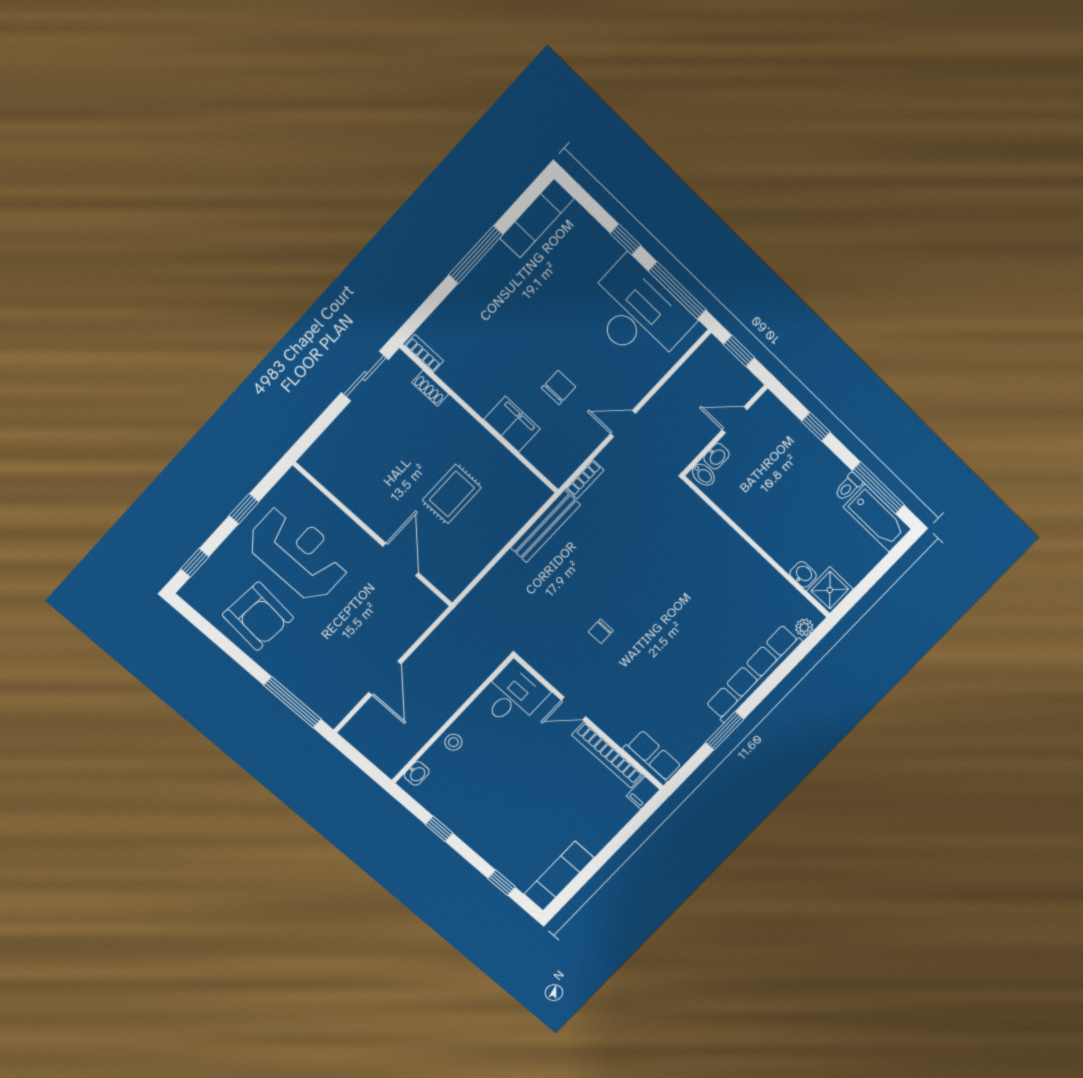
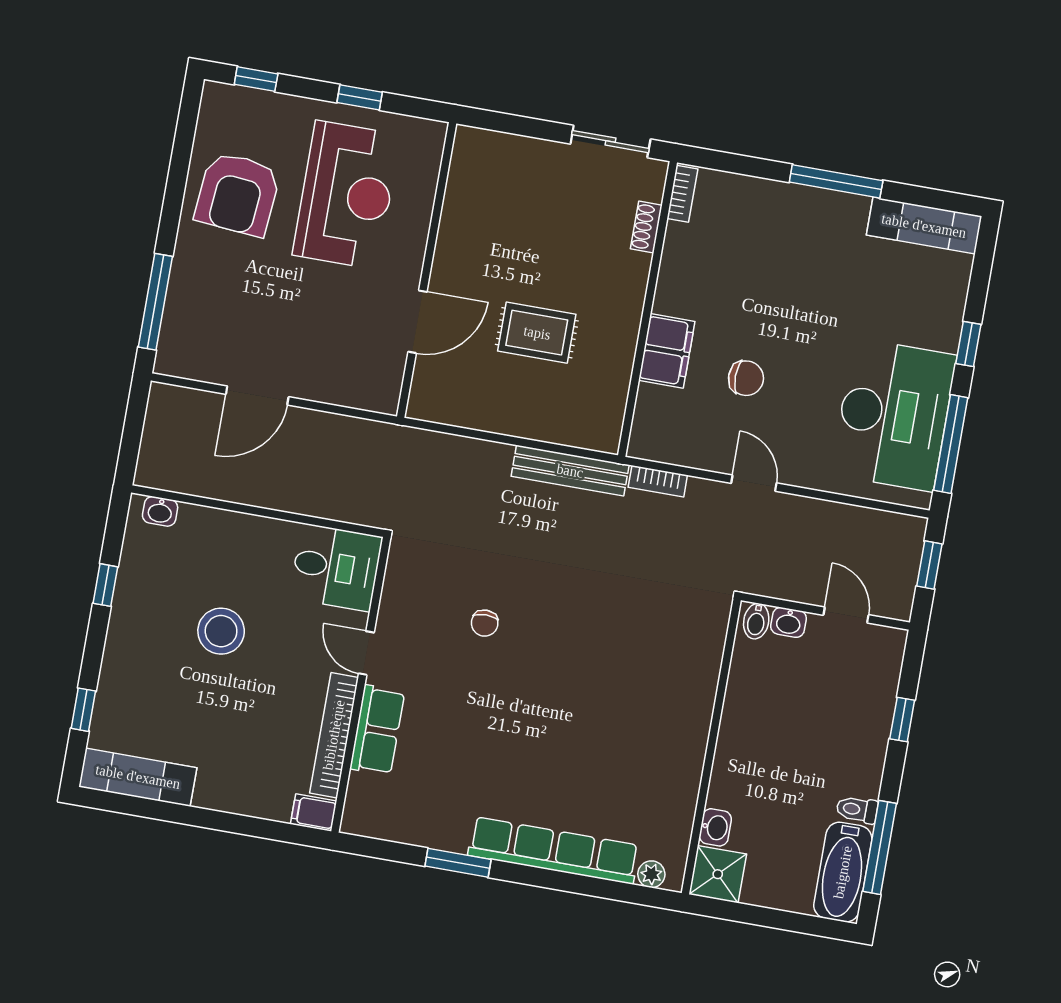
chair: (601, 631) -> (485, 623), turned -90
stool: (453, 742) -> (221, 631), moved, width x1.89, depth x1.89
row of seats: (652, 758) -> (377, 730), moved

